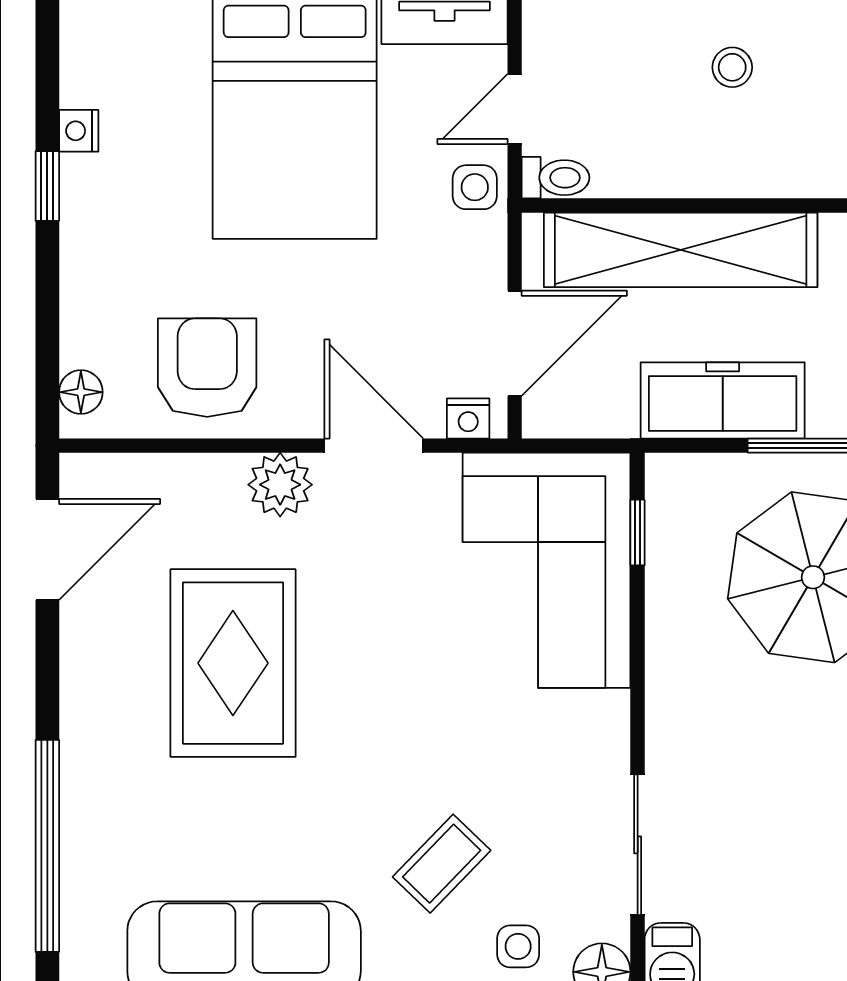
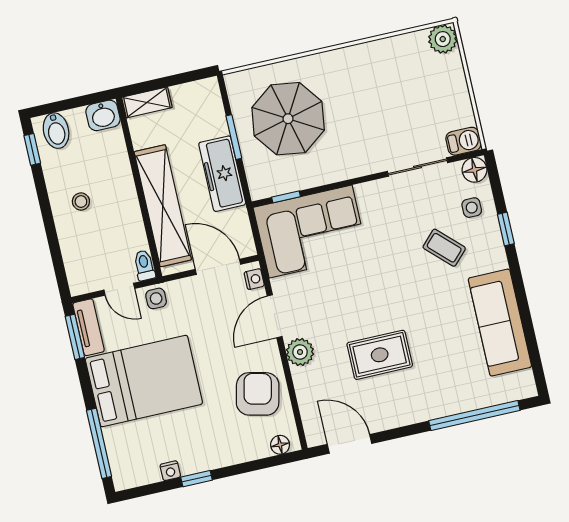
armchair: (207, 368) -> (258, 394), turned 103
rug: (233, 663) -> (380, 355), width x0.73, depth x0.70

